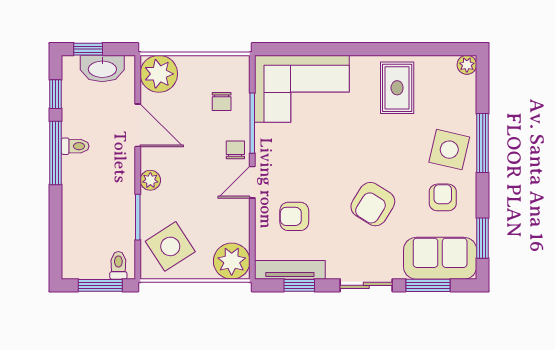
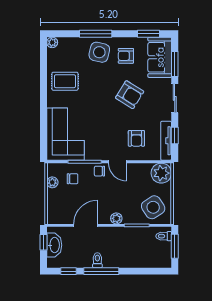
window: (88, 49) -> (43, 242), moved
plant: (159, 74) -> (52, 182), moved, width x0.53, depth x0.53

